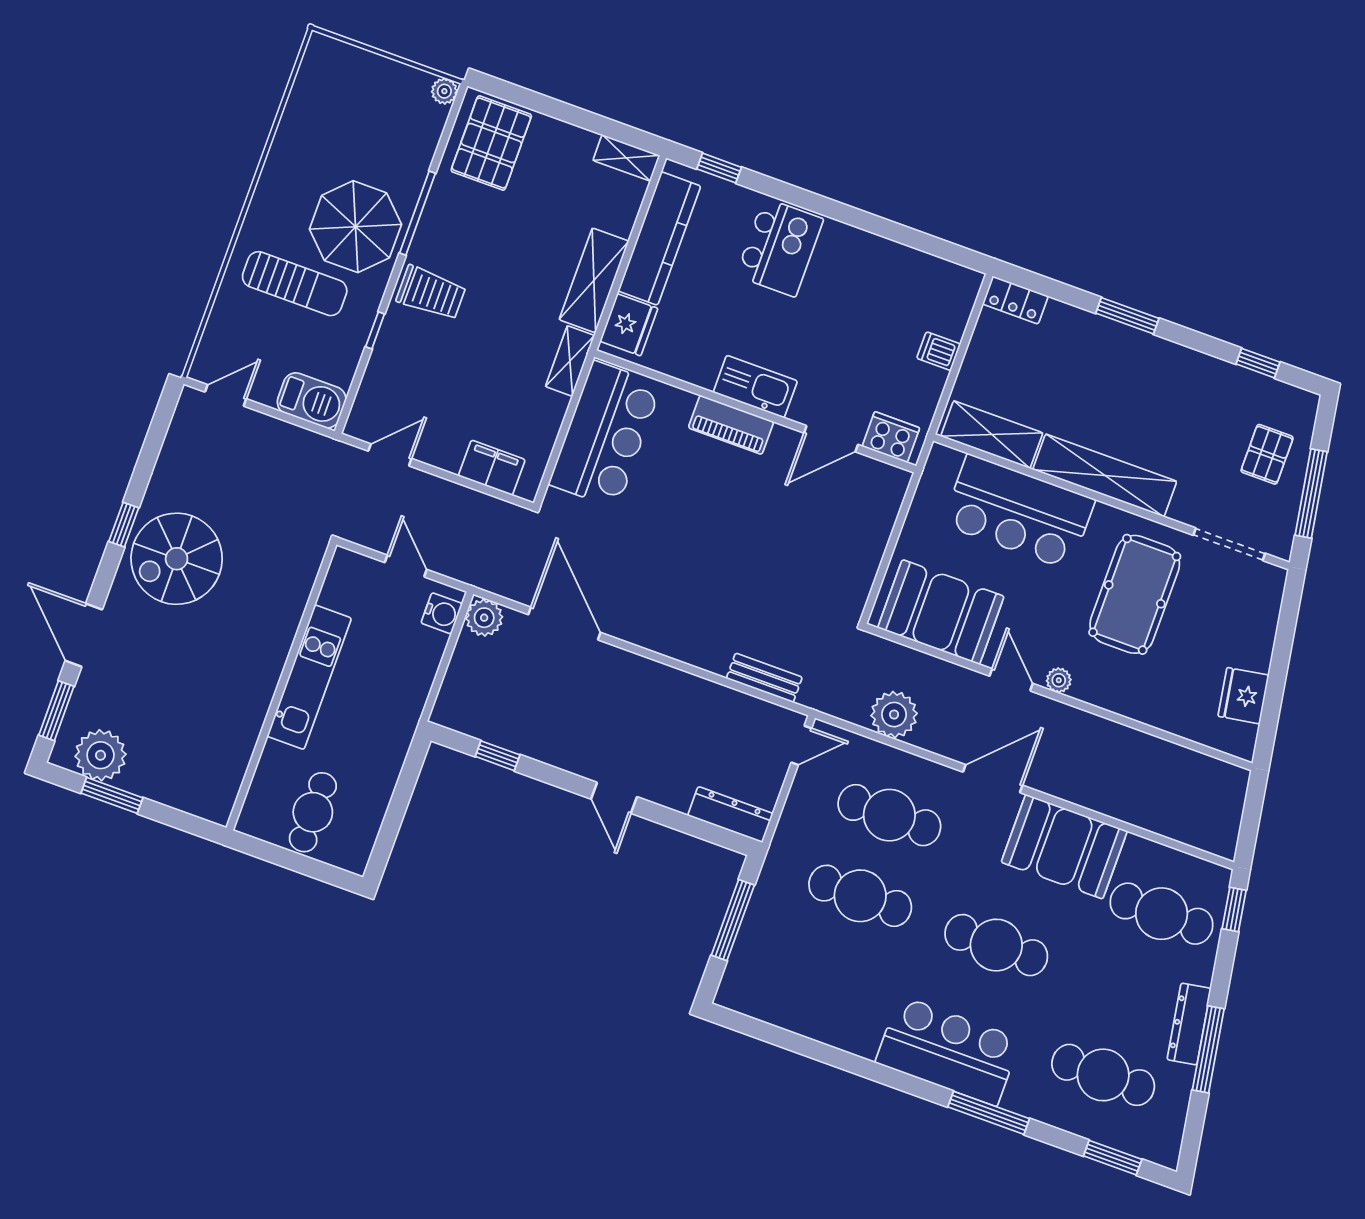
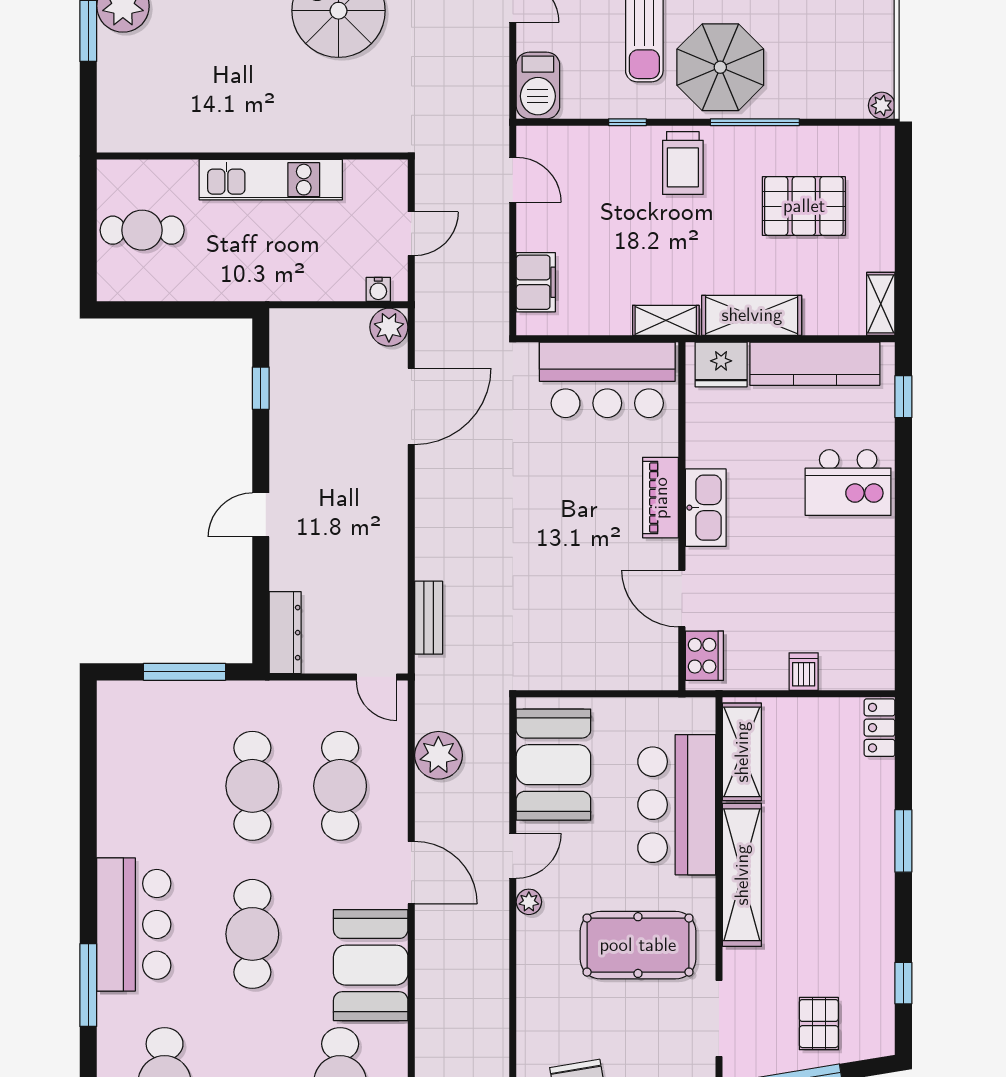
pallet: (491, 143) -> (804, 206), moved
pallet: (1267, 454) -> (819, 1024), turned 90
water cooler: (442, 613) -> (378, 289), width x0.72, depth x0.72

